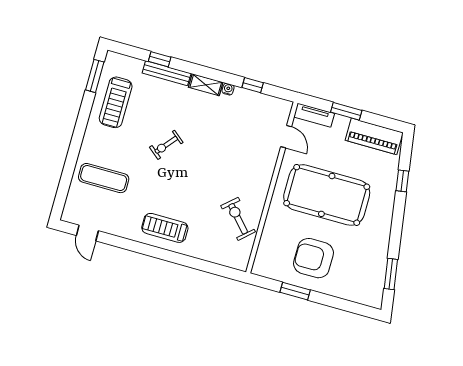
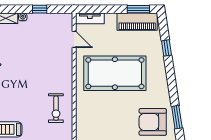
window: (346, 111) -> (138, 9), moved
exercise bike: (238, 219) -> (56, 108), turned -138
armchair: (313, 258) -> (153, 122), moved

